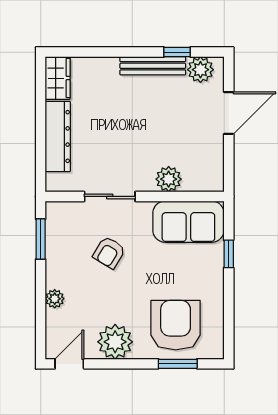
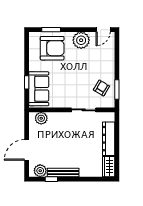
plant: (169, 179) -> (41, 118), moved
sofa: (188, 222) -> (39, 89), moved, turned 90
armchair: (109, 253) -> (101, 88), moved
plant: (55, 299) -> (110, 61), removed
armchair: (176, 325) -> (52, 48), turned -90

